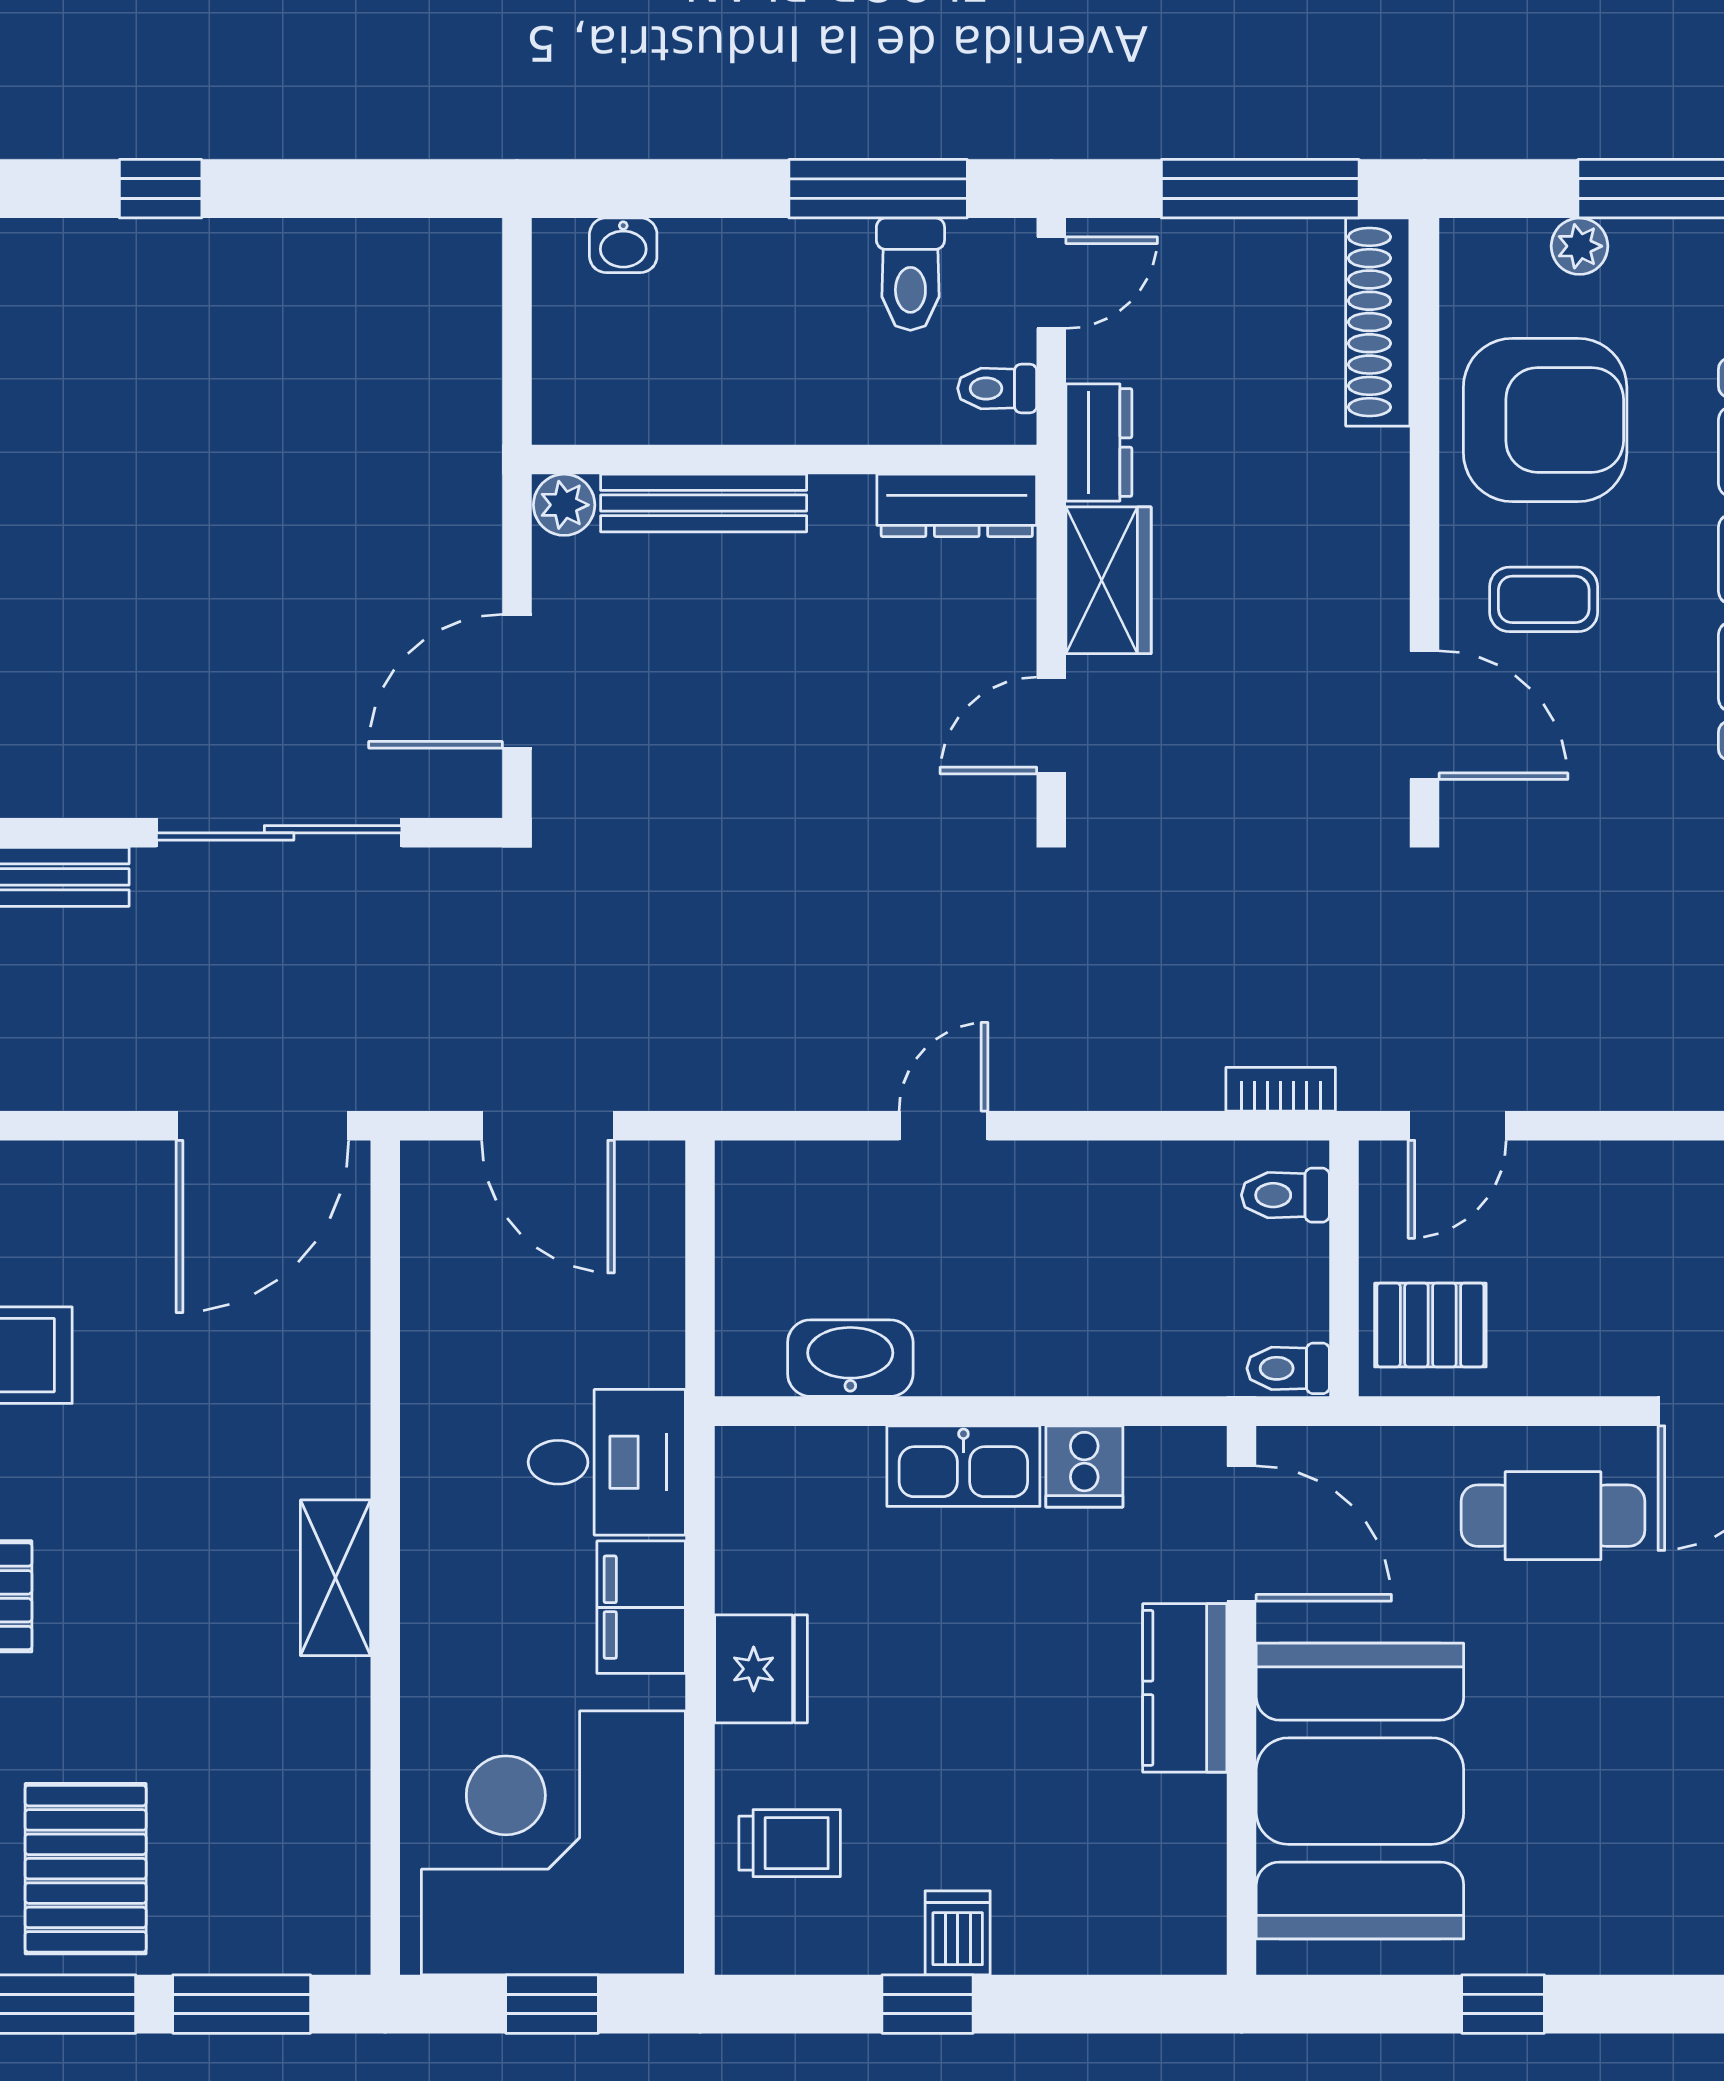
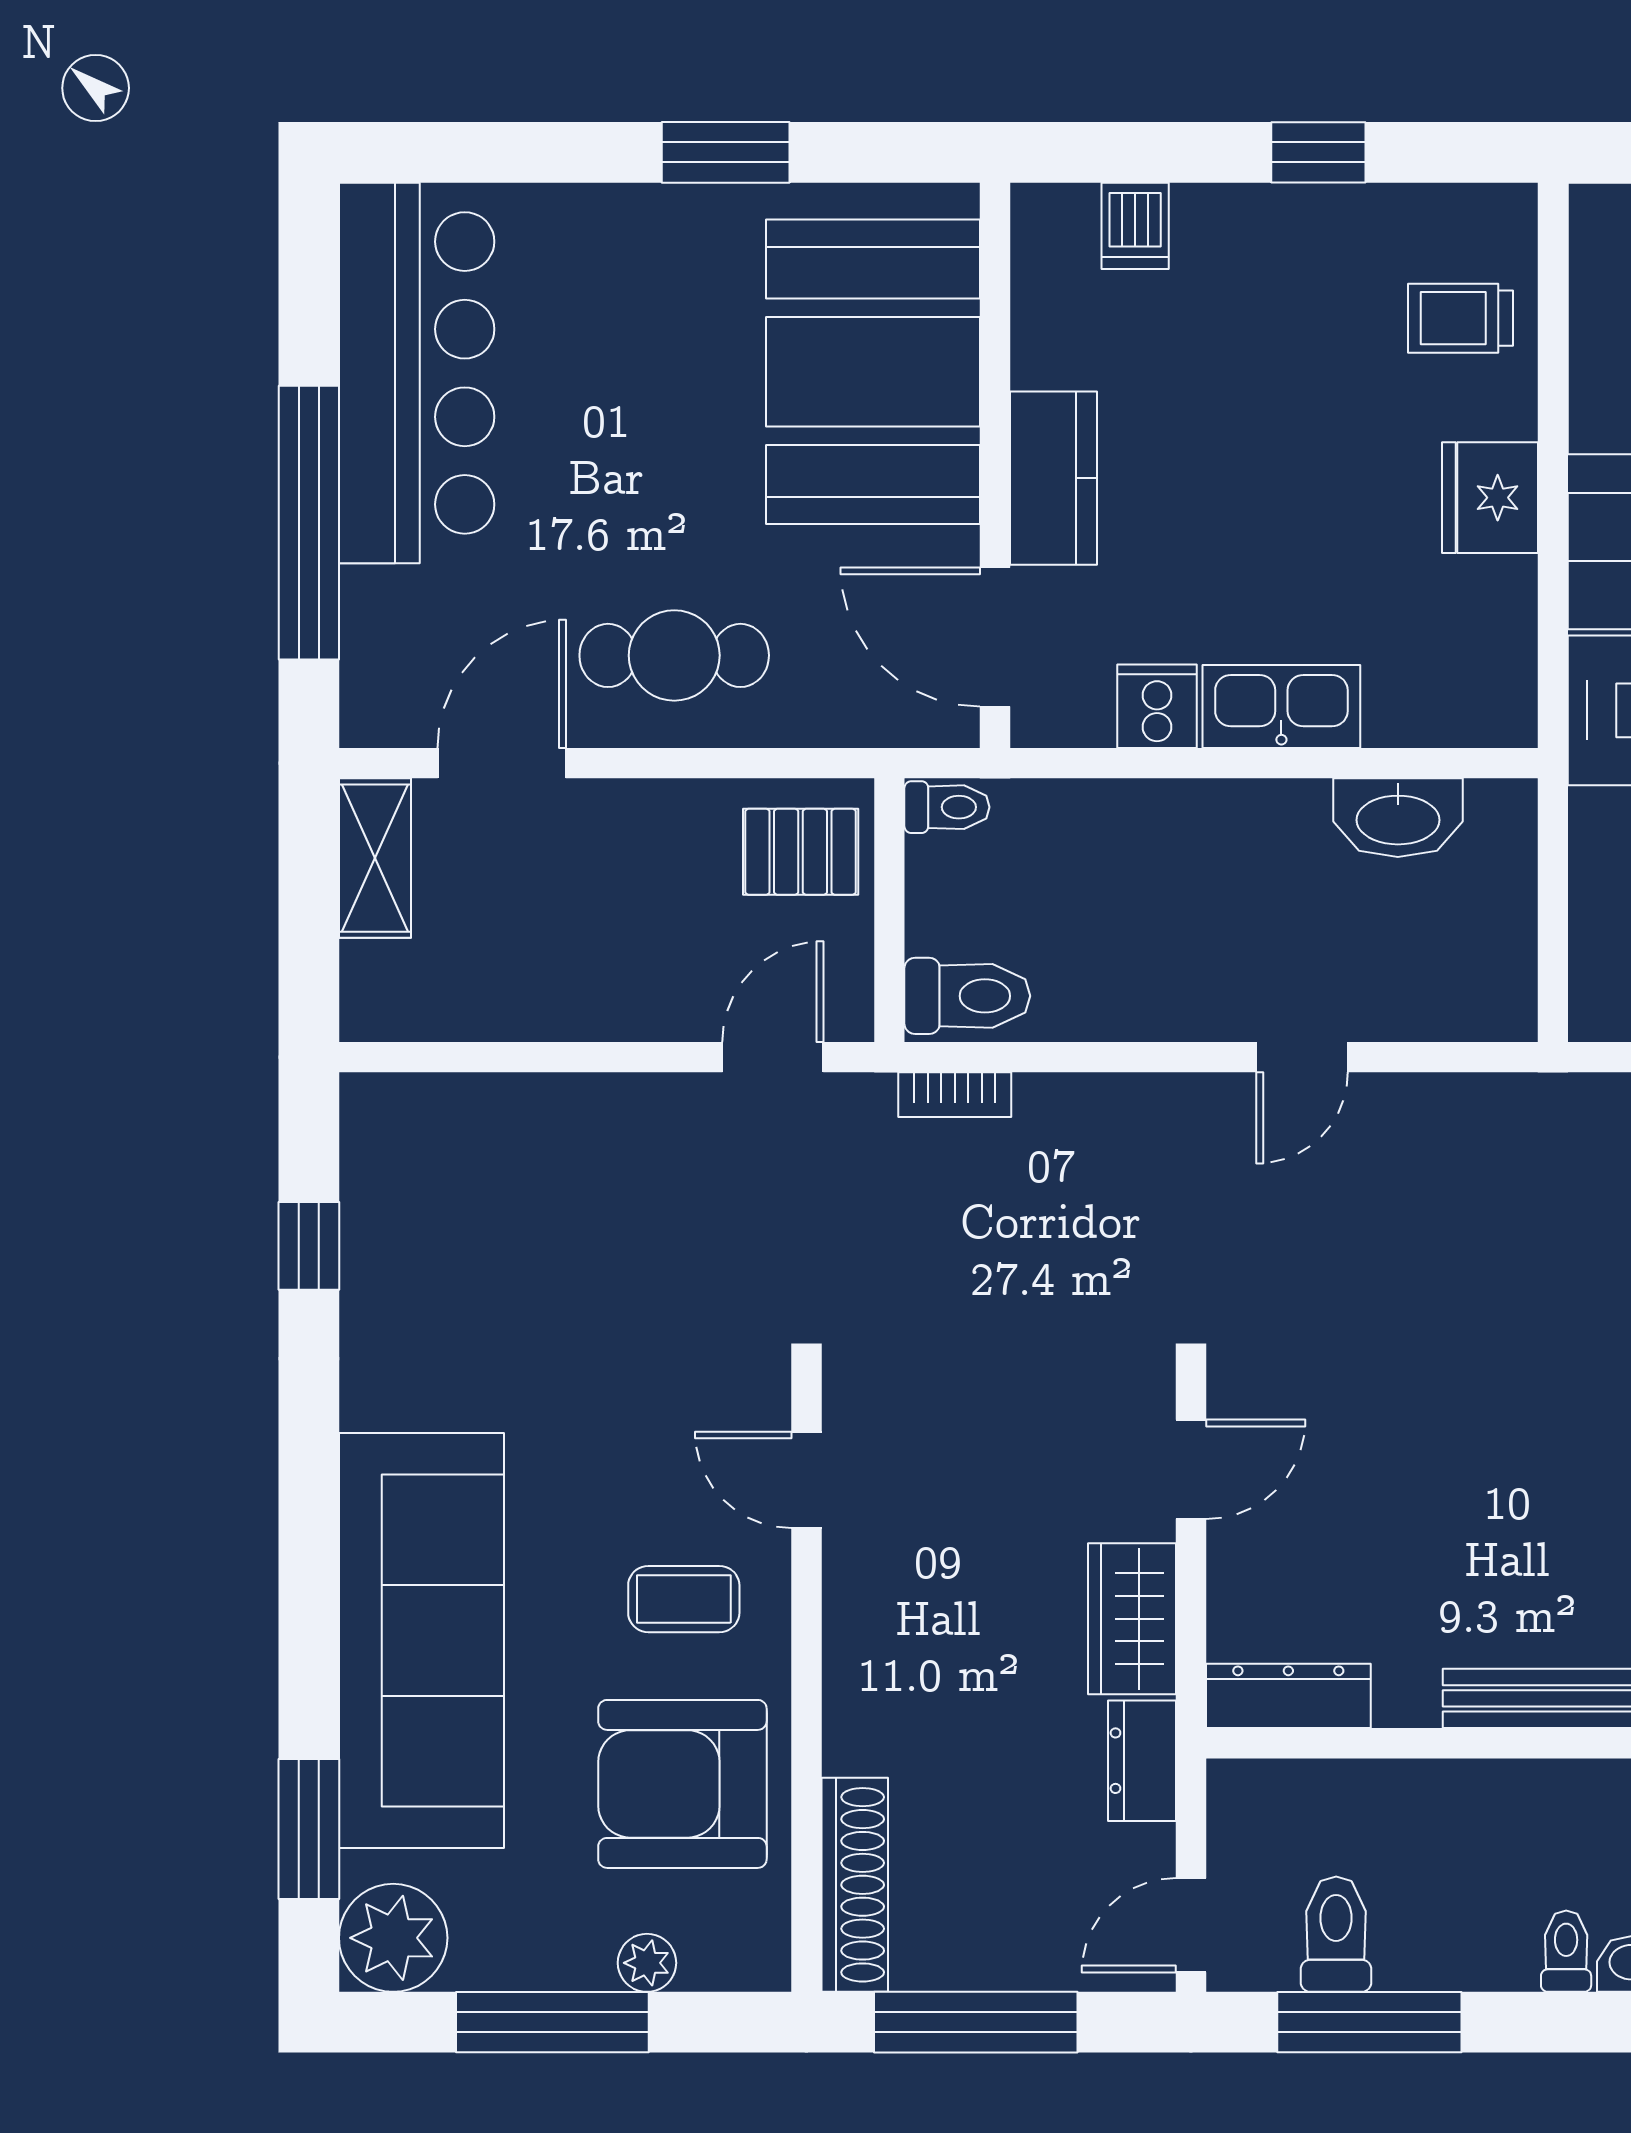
toilet: (997, 388) -> (1566, 1951), moved, turned -90
door: (1425, 715) -> (806, 1480), width x0.73
toilet: (1285, 1195) -> (967, 996), width x1.37, depth x1.39
dishwasher: (958, 1933) -> (1135, 226), moved
window: (1503, 2004) -> (726, 152), width x1.50

